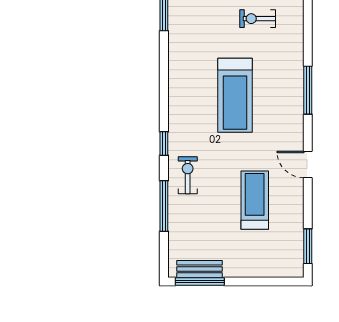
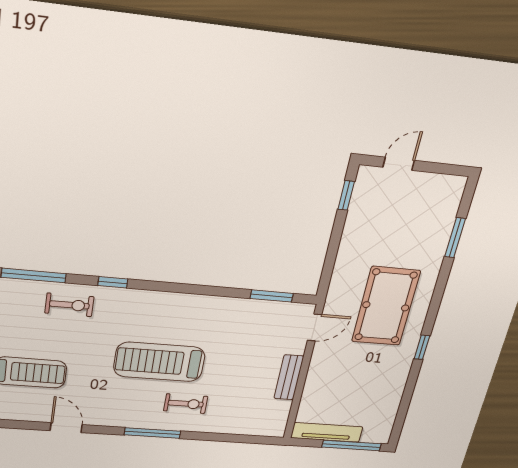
exercise bike: (258, 19) -> (186, 404), moved, turned 90
door: (308, 164) -> (66, 428), hinge flipped

